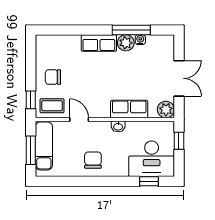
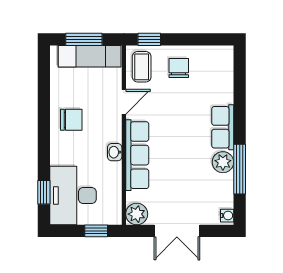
water cooler: (140, 40) -> (227, 216), moved
row of seats: (129, 109) -> (137, 155), width x1.48

